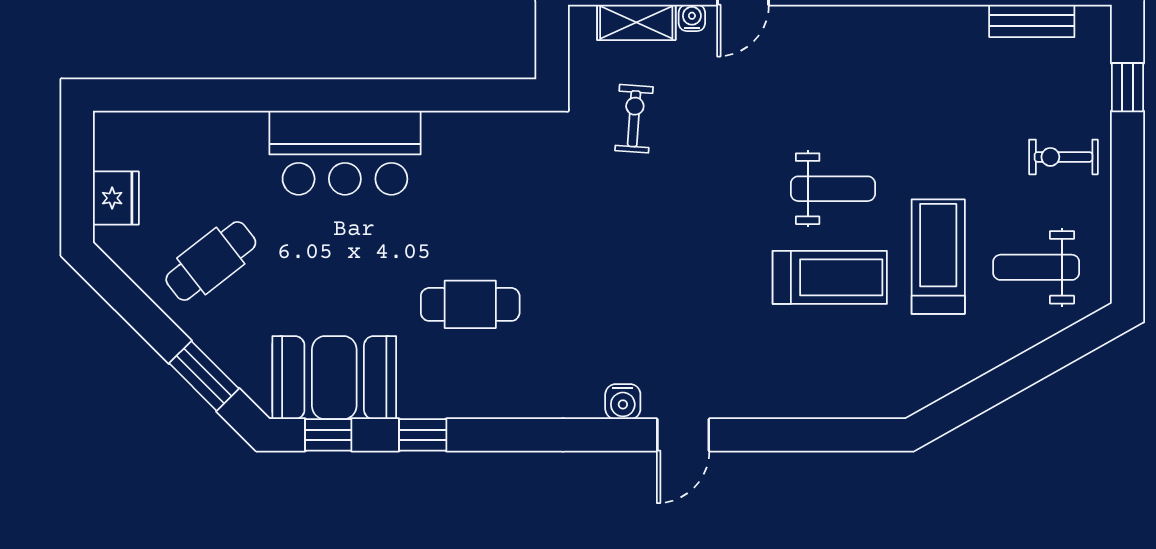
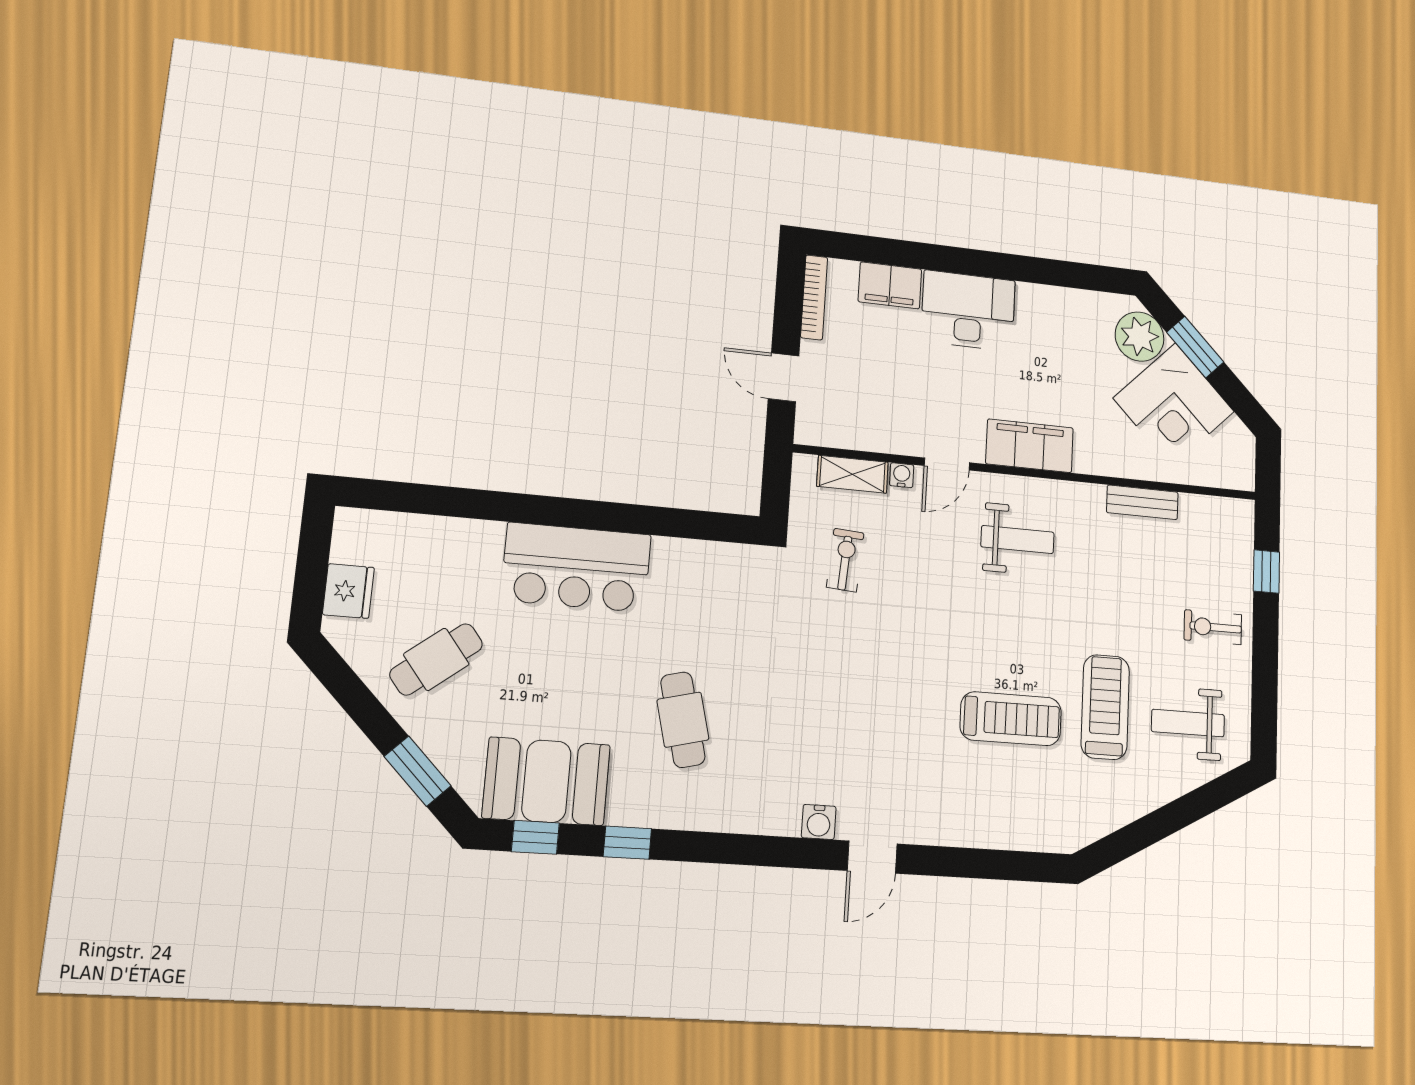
bench: (1032, 21) -> (1142, 502), moved
weight bench: (833, 189) -> (1018, 540), moved
cafe table: (470, 304) -> (683, 720), turned 76

